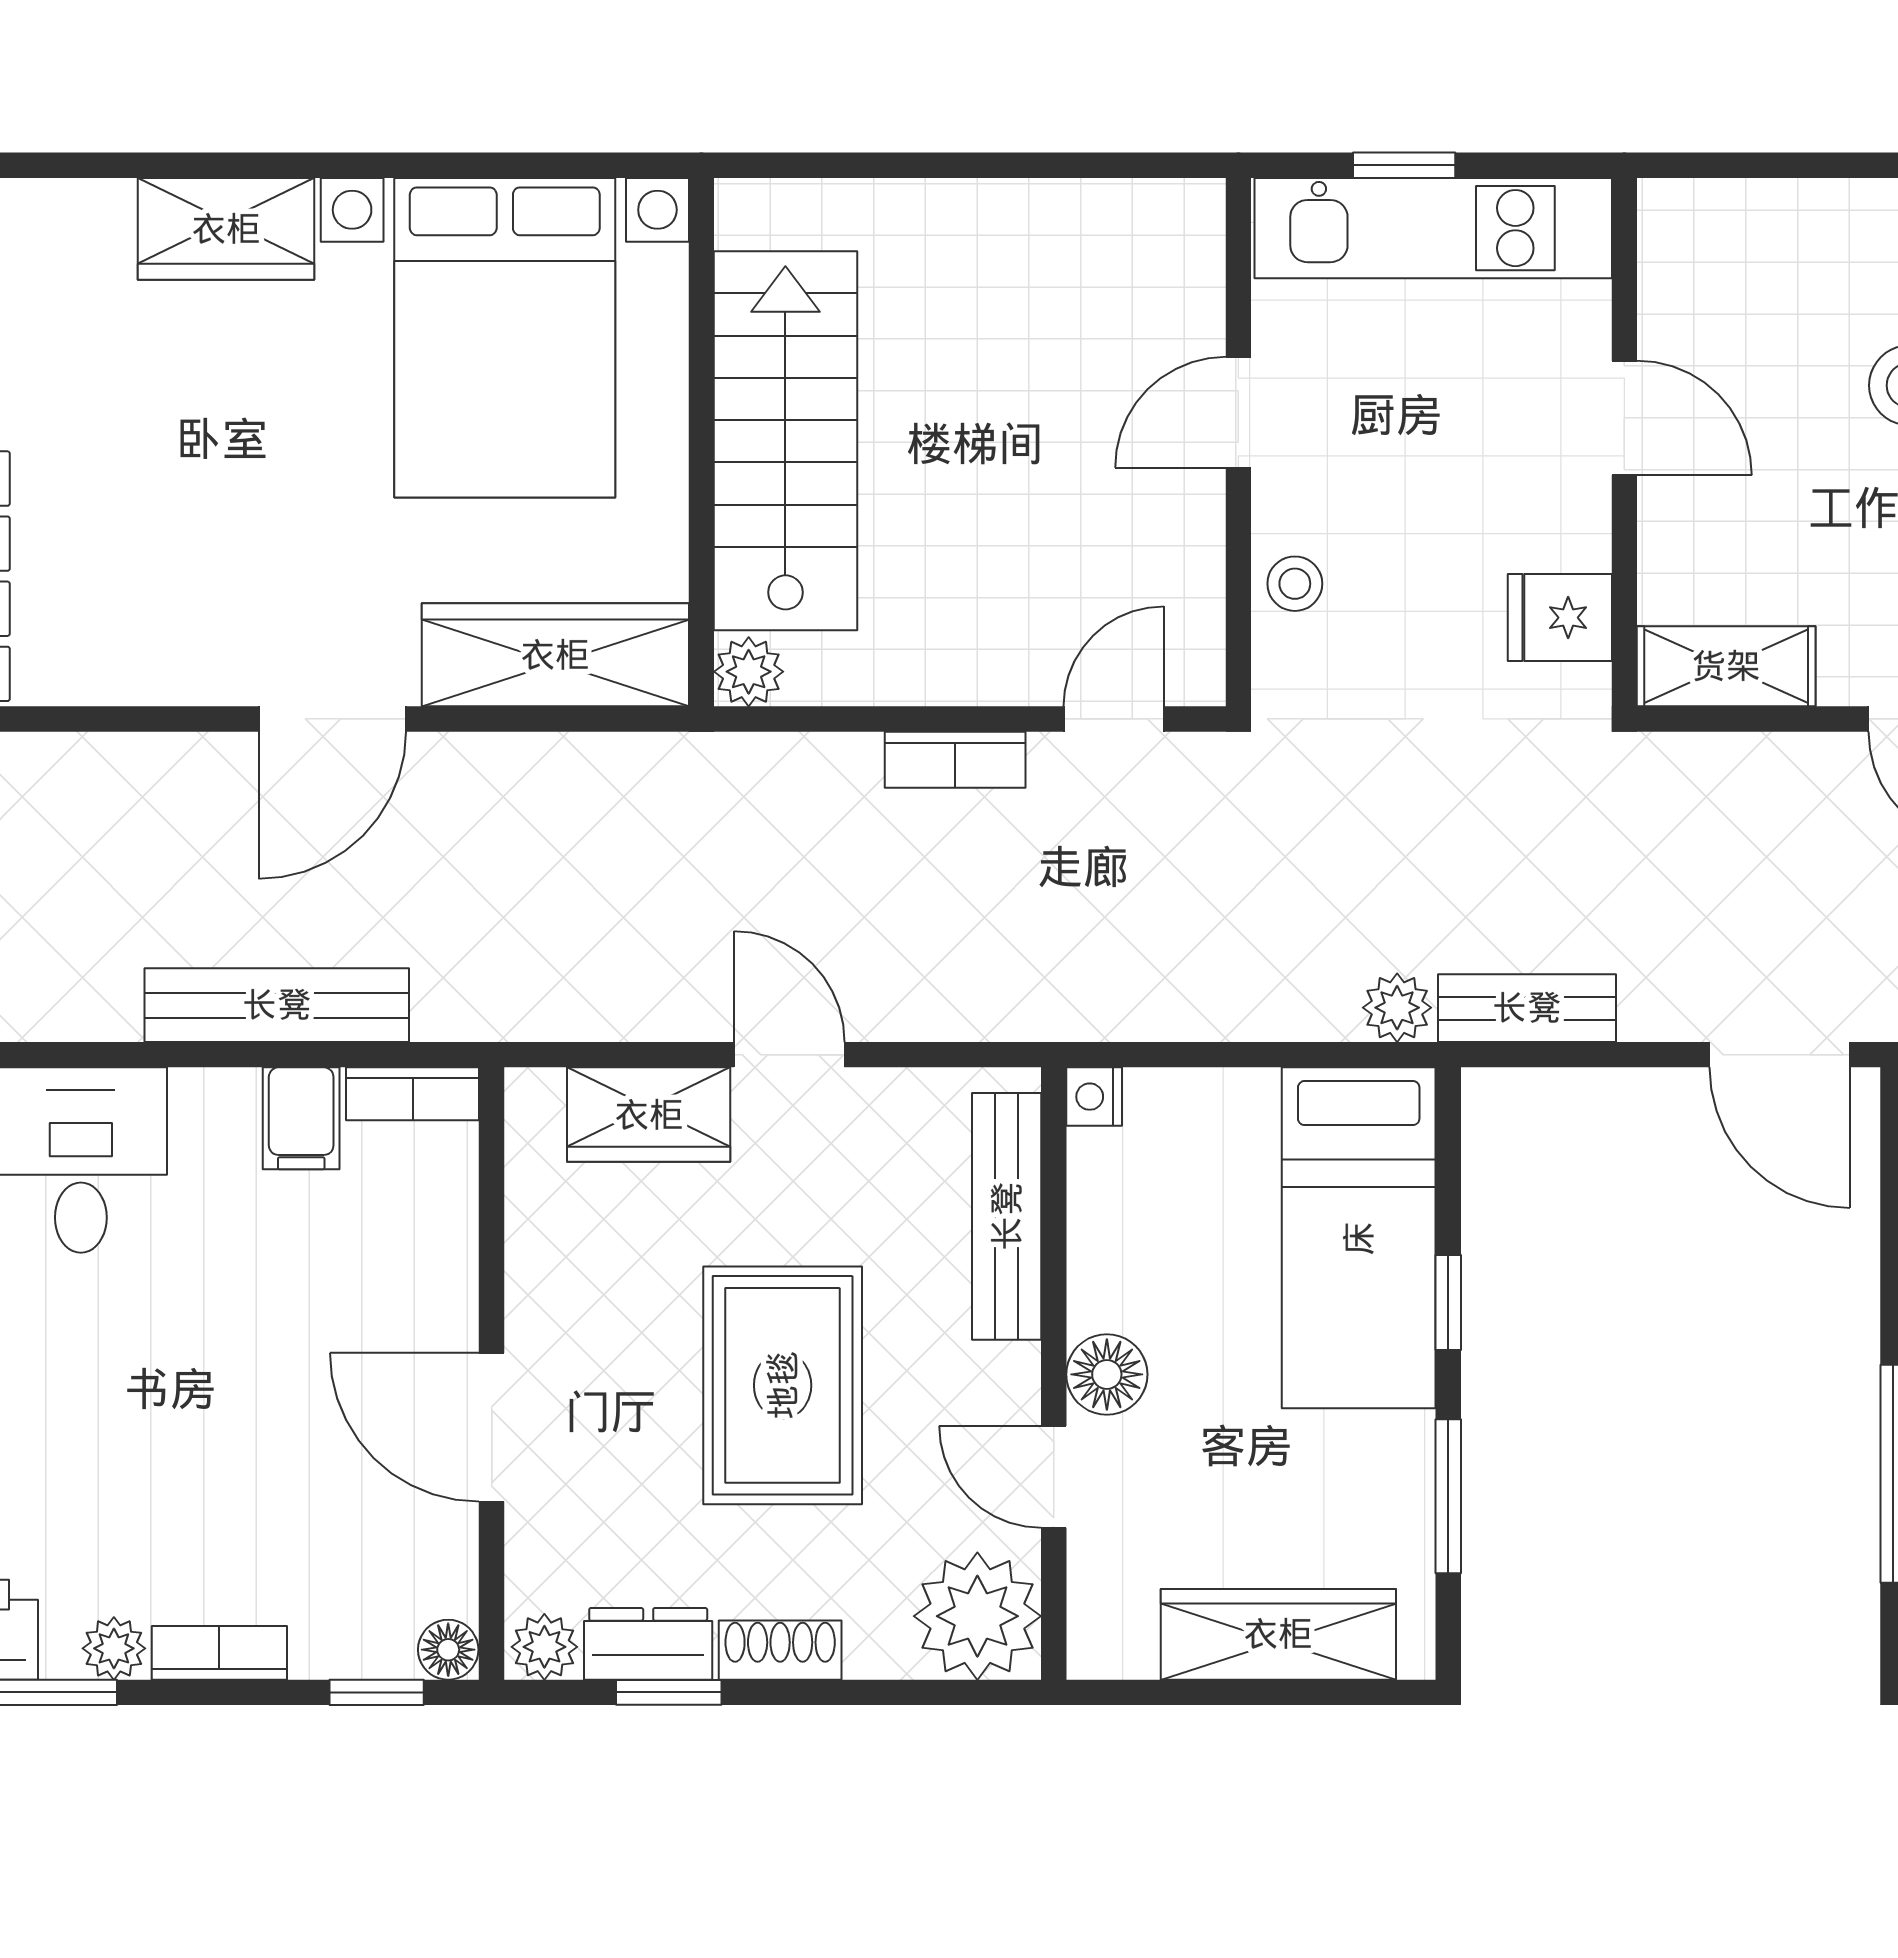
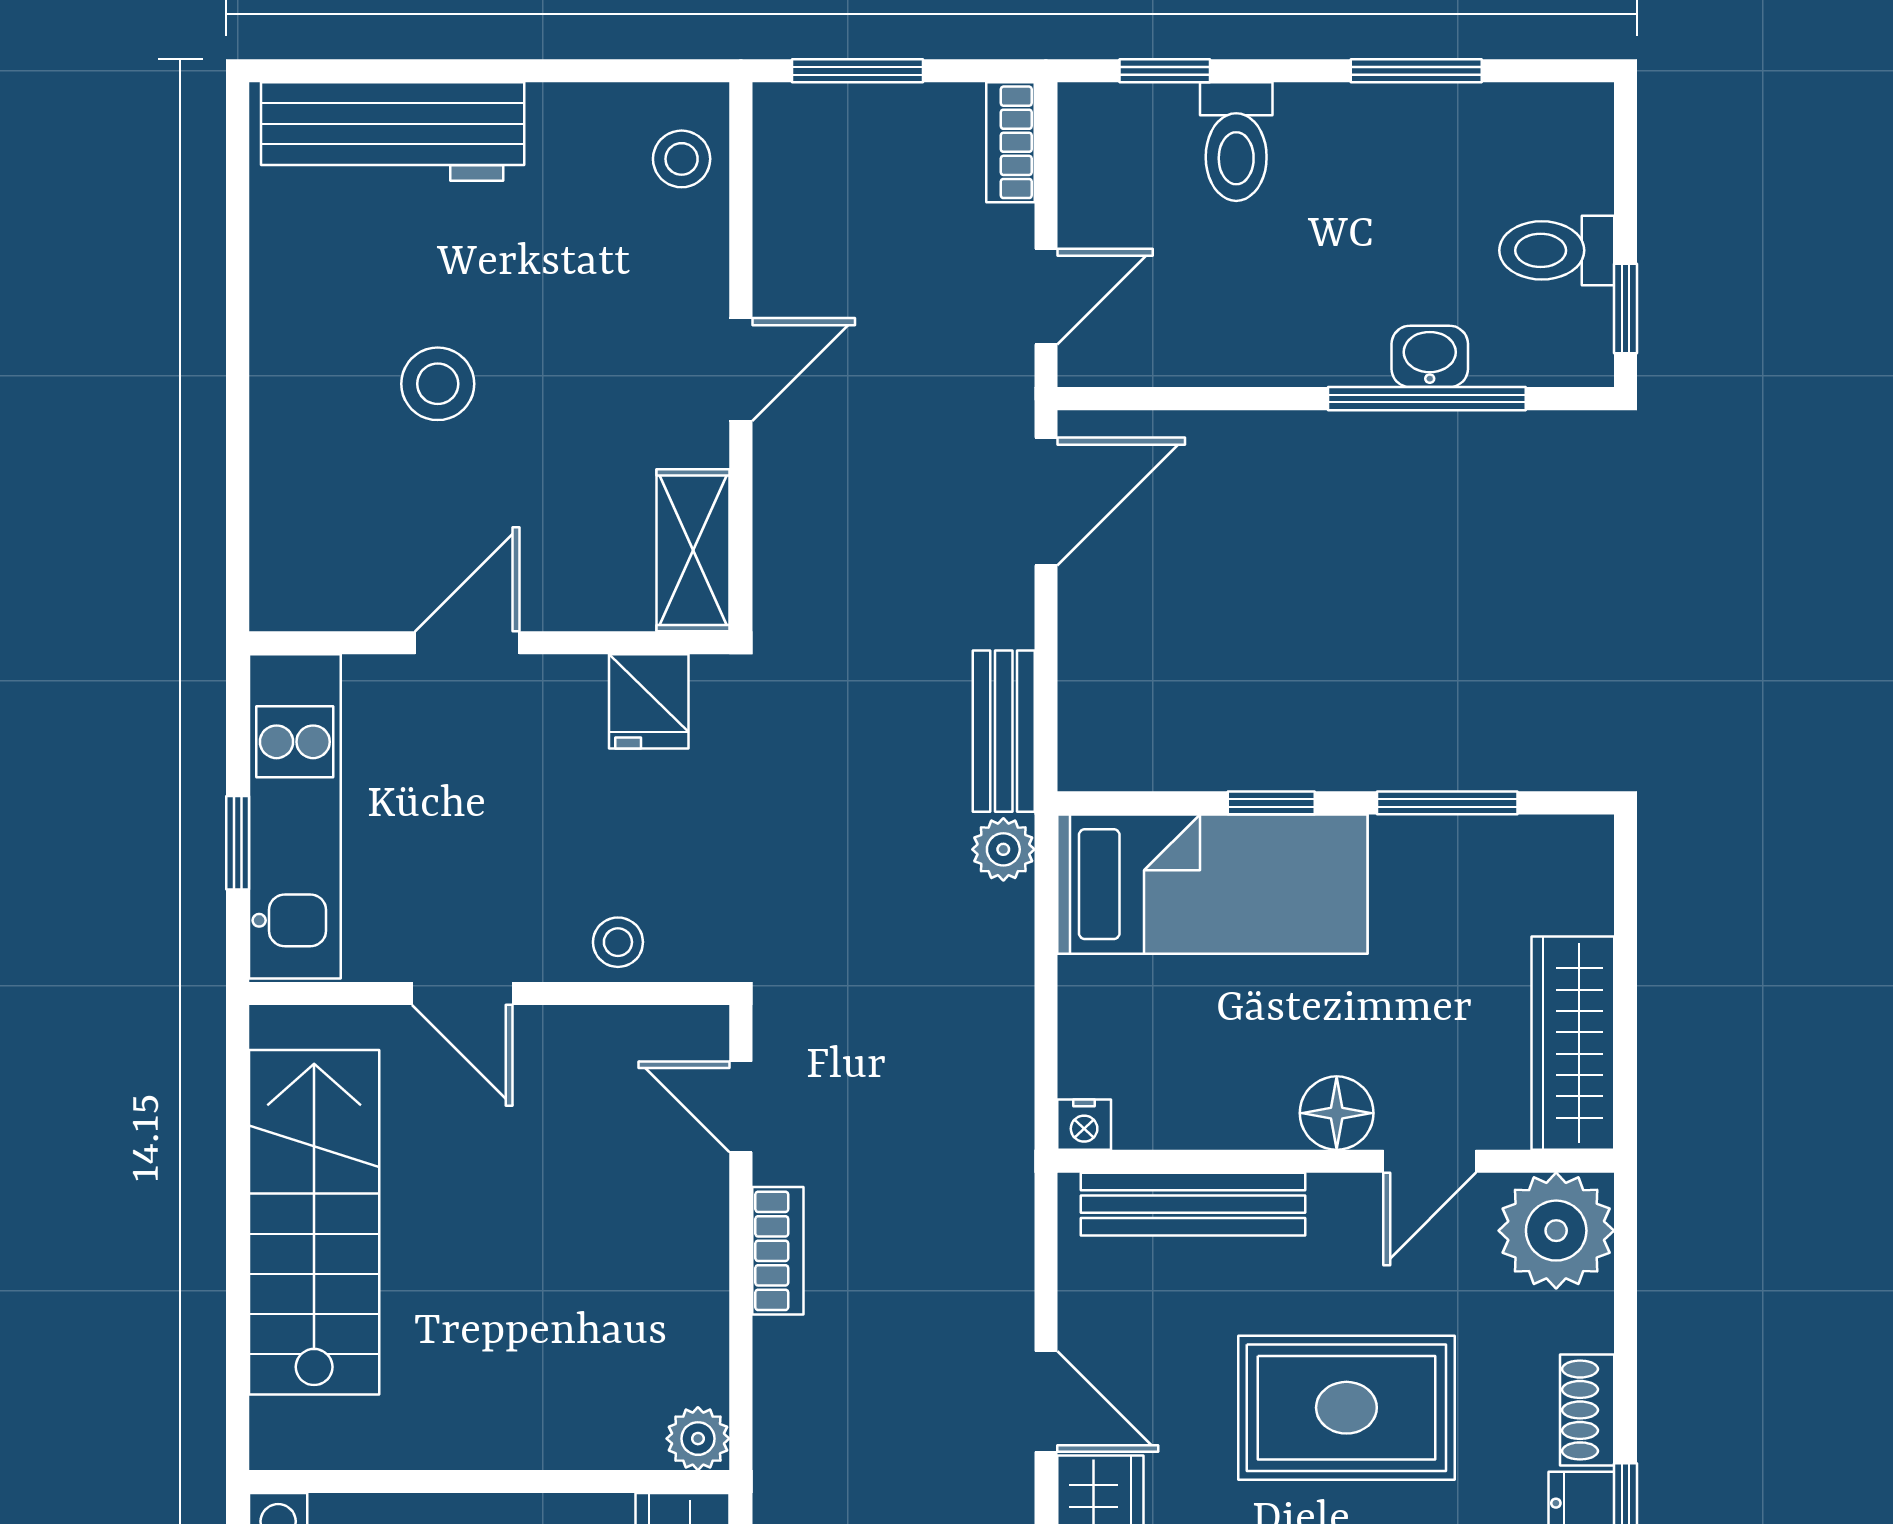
stairs: (785, 441) -> (314, 1222), moved, turned 90
door: (789, 1055) -> (1046, 1402), swing flipped
wardrobe: (1278, 1634) -> (1573, 1043), moved

